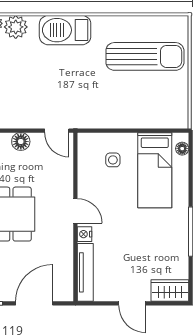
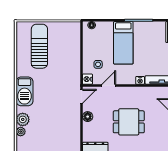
nightstand: (87, 141) -> (87, 79), added
bed: (155, 170) -> (123, 43), moved, turned 90
door: (75, 211) -> (109, 86), moved

